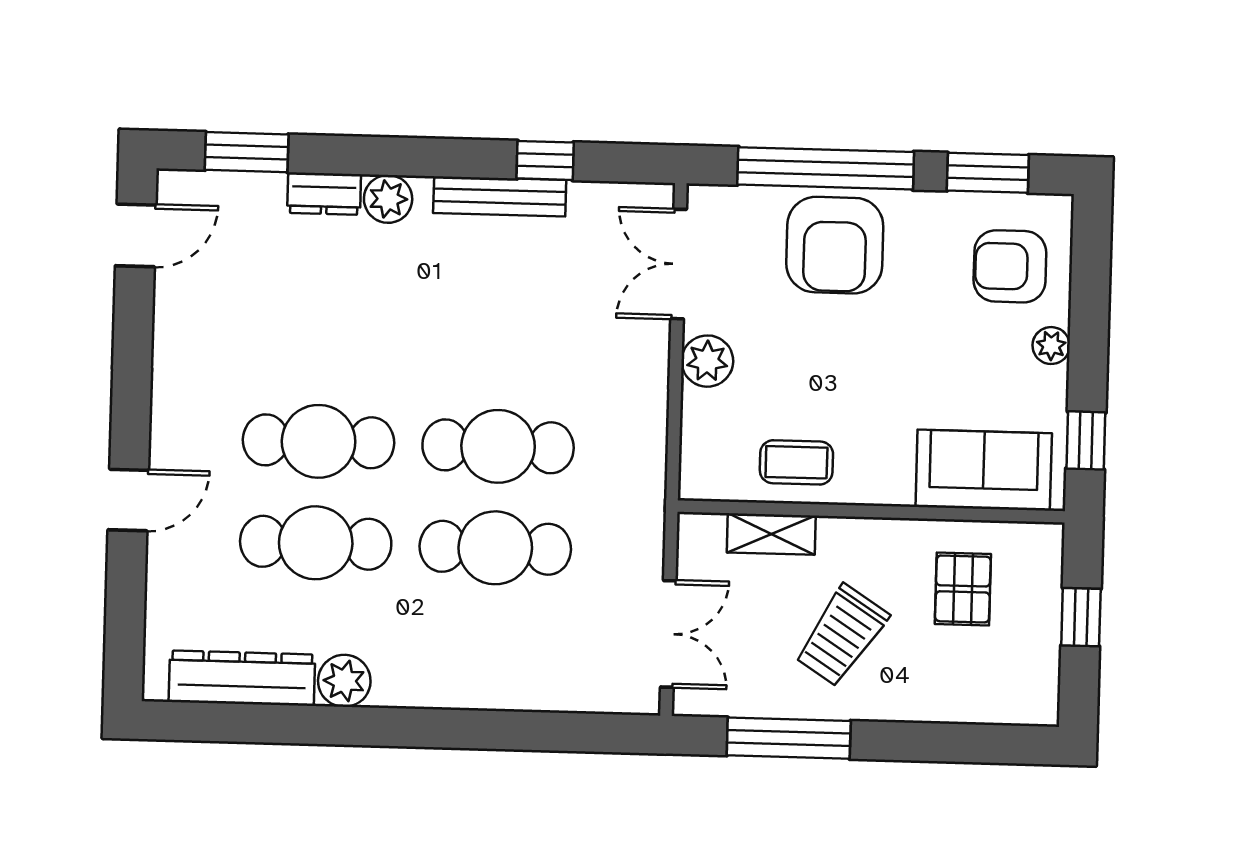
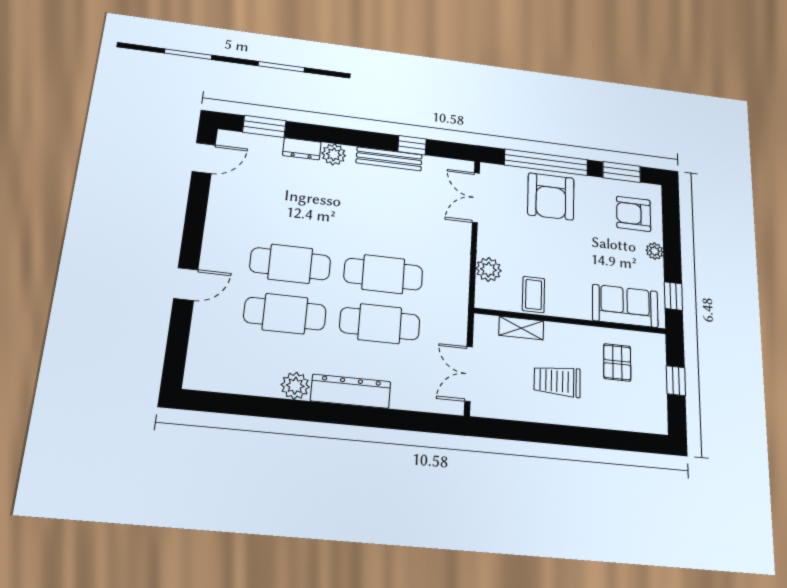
plant: (707, 361) -> (489, 269), moved
coffee table: (796, 462) -> (534, 295), turned 90
double door: (668, 634) -> (469, 374), swing flipped
trolley: (842, 636) -> (557, 381), turned 57
dresser: (242, 678) -> (351, 391), moved
window: (789, 738) -> (531, 432), removed

